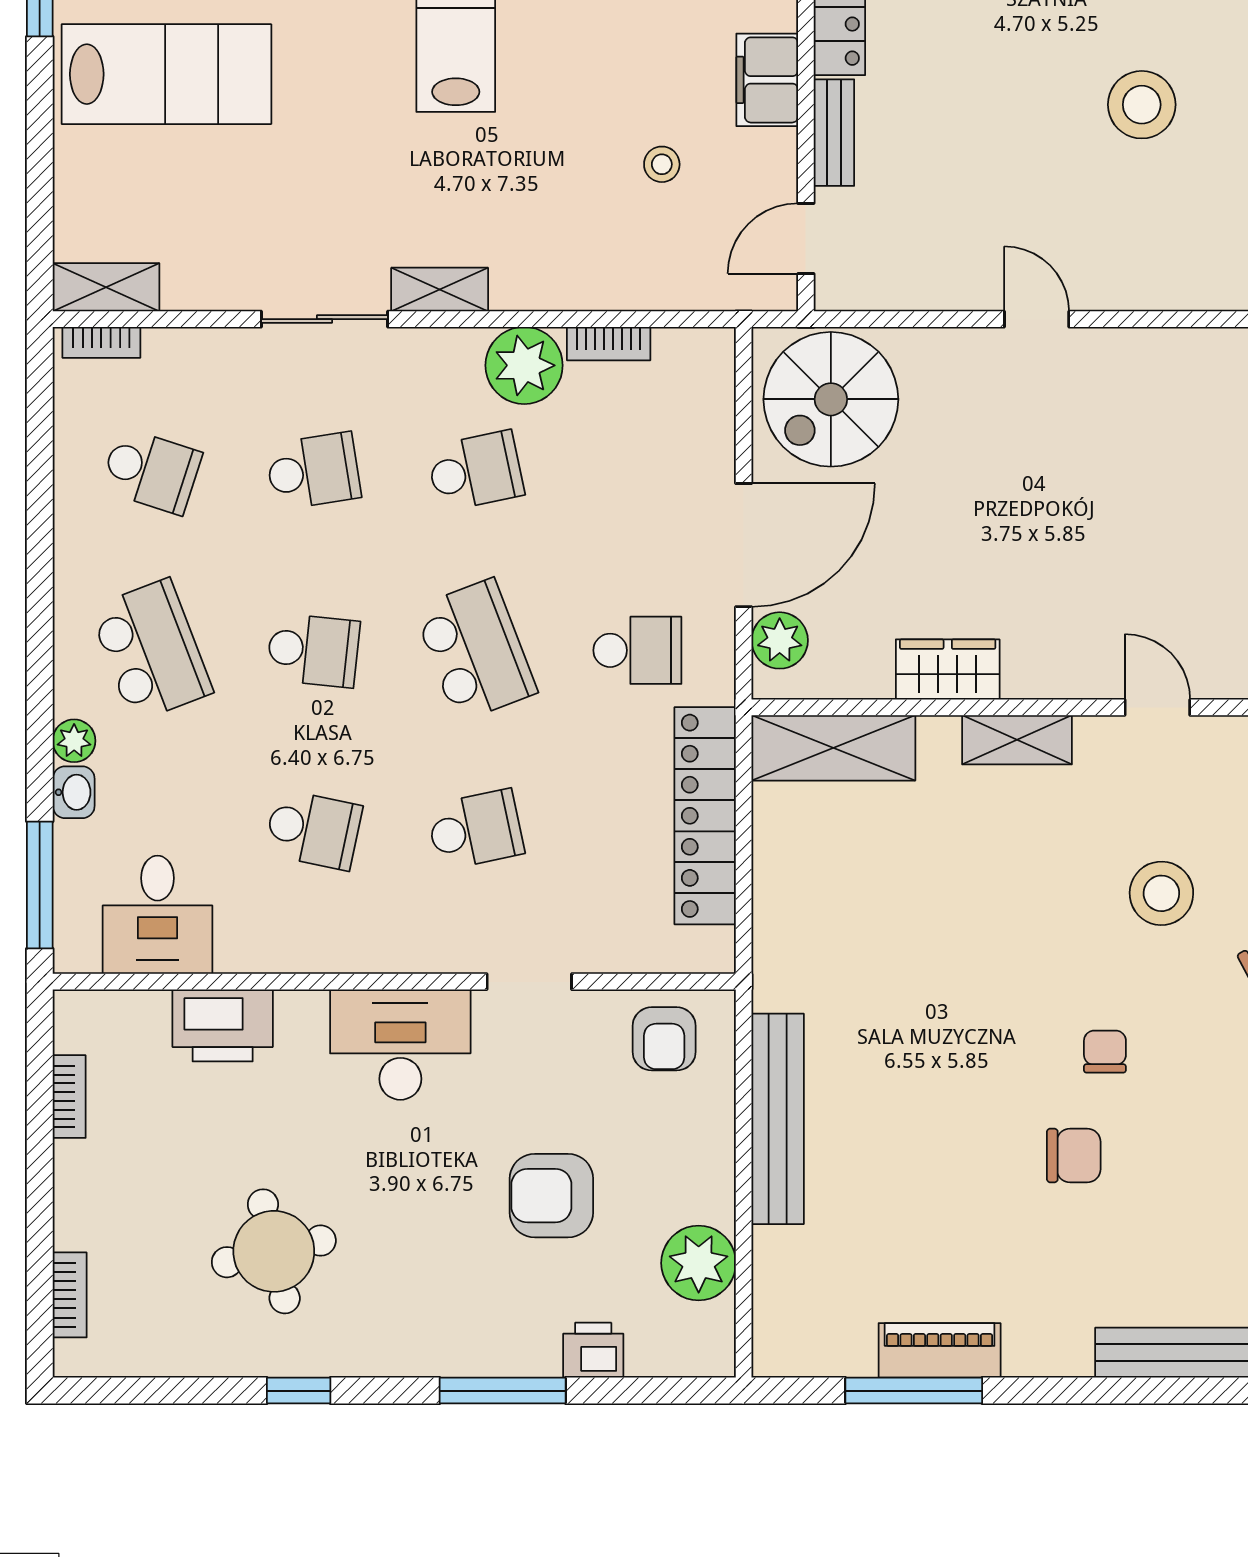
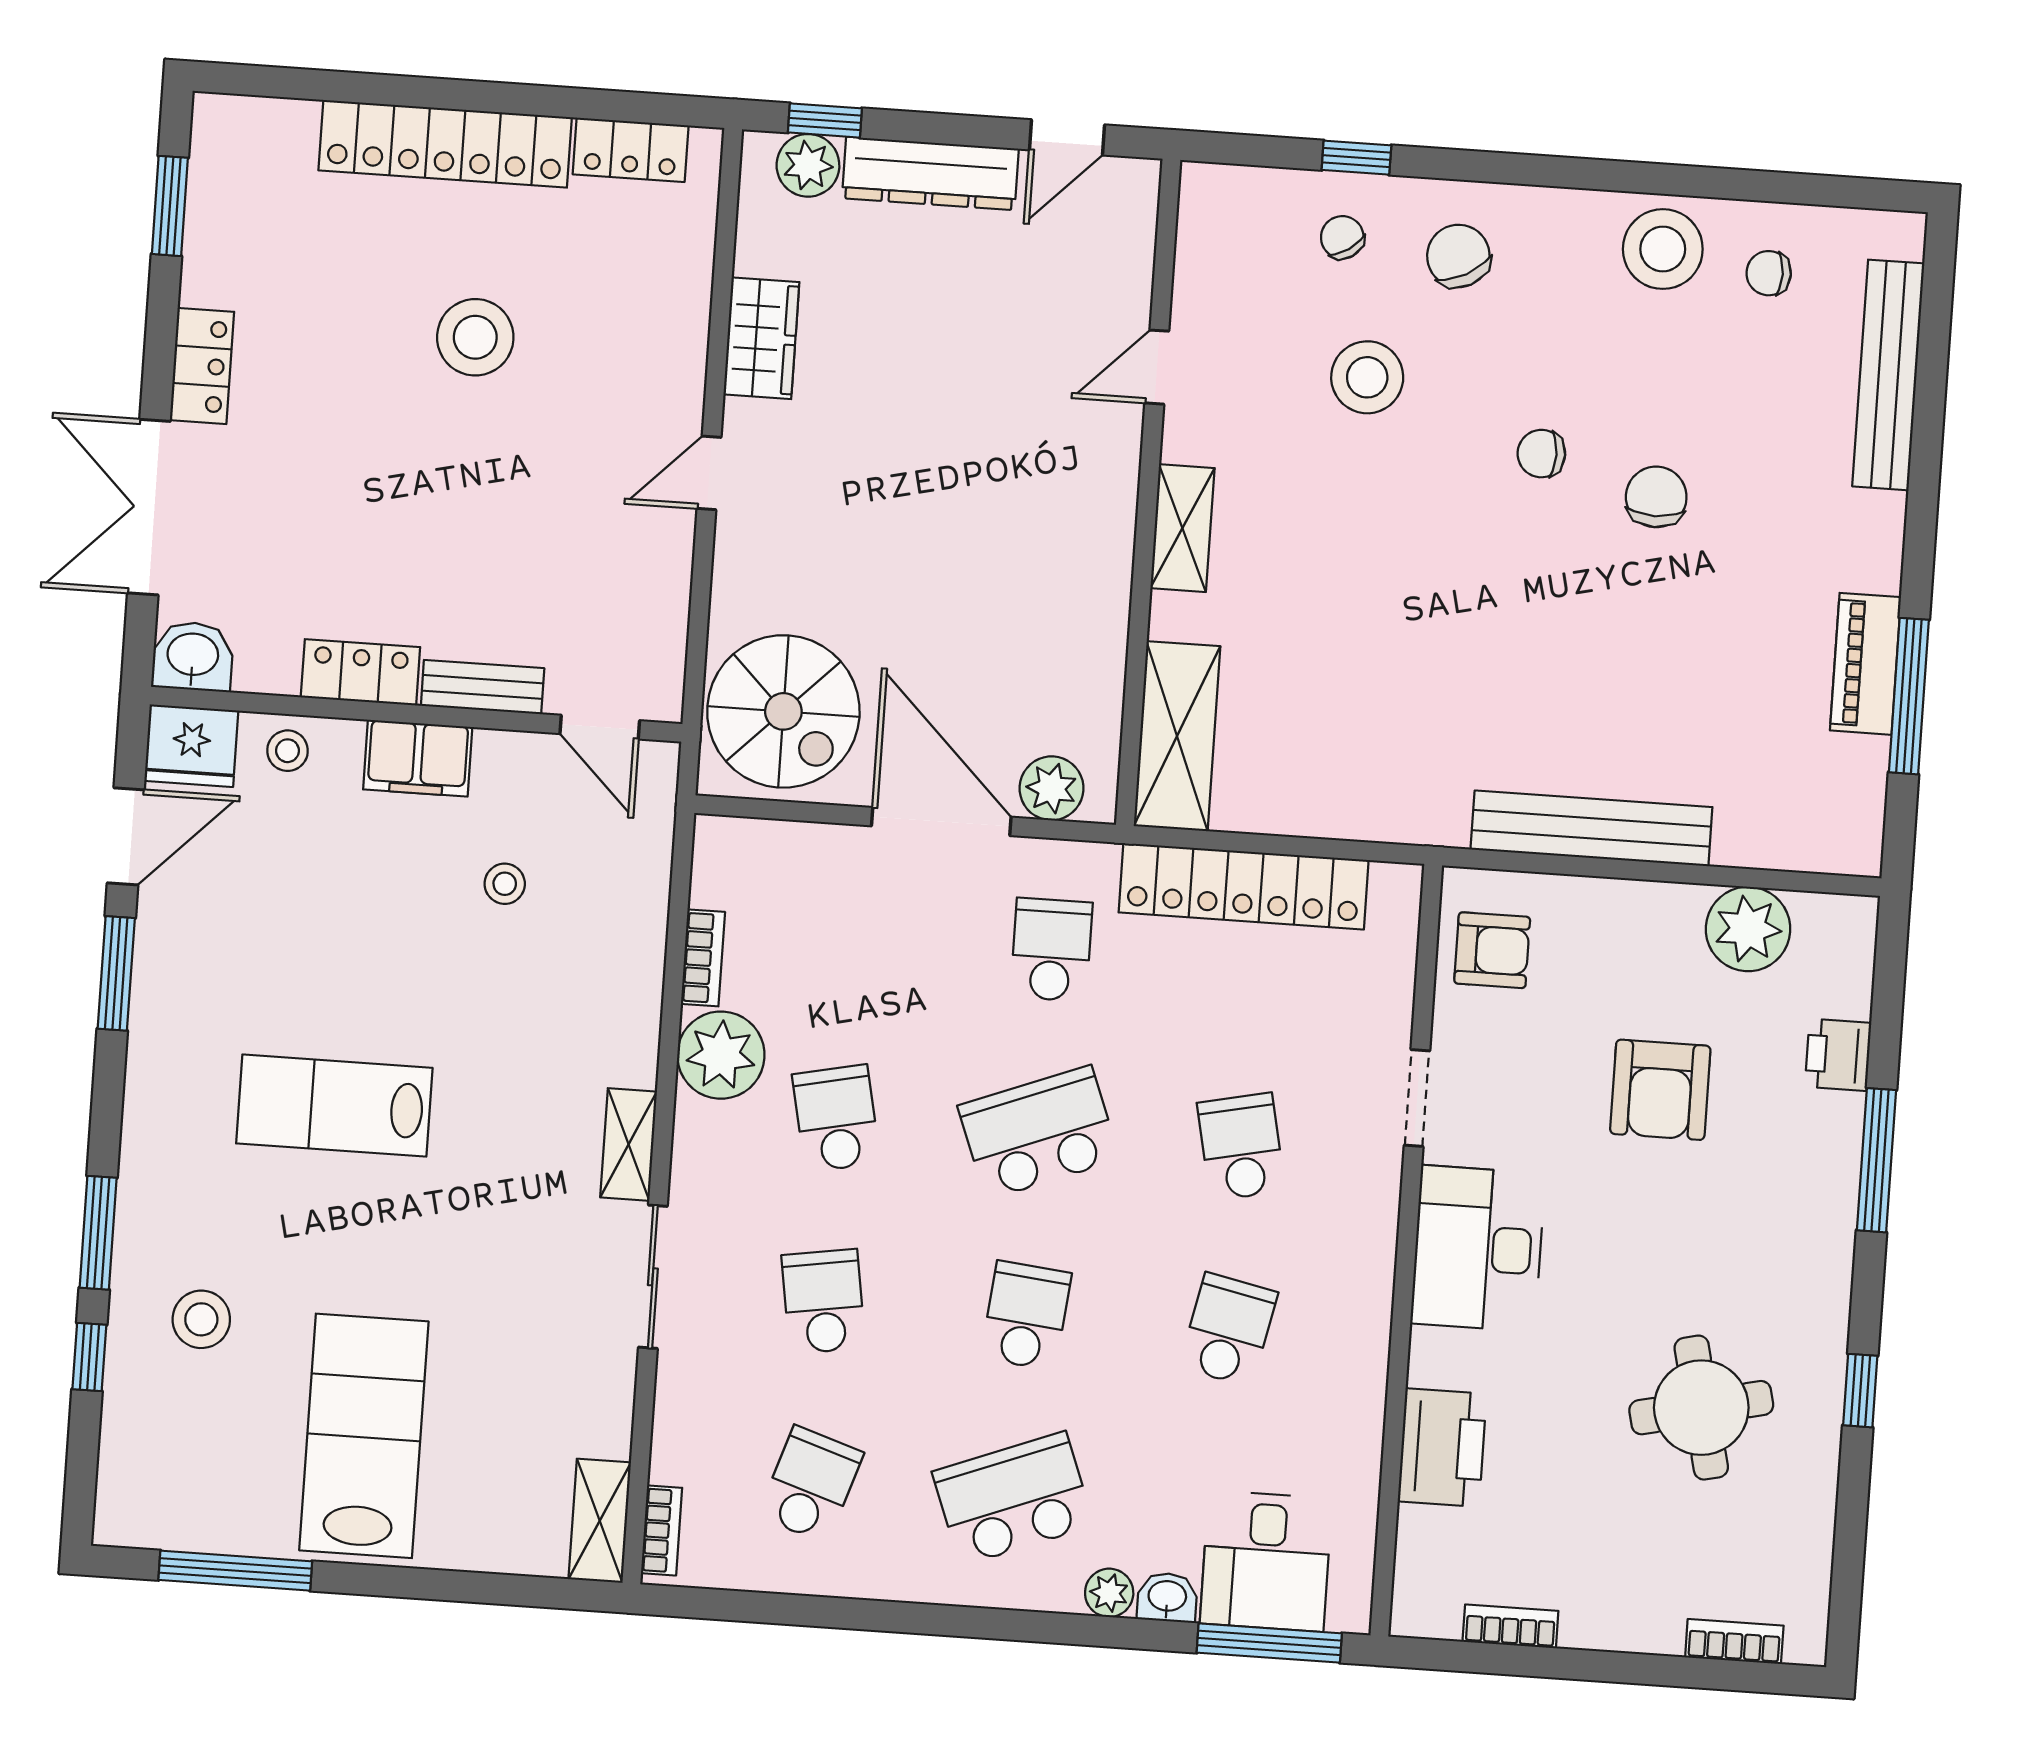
wardrobe: (948, 669) -> (761, 338), moved, turned 180
desk: (157, 915) -> (1266, 1561), moved, turned 90

